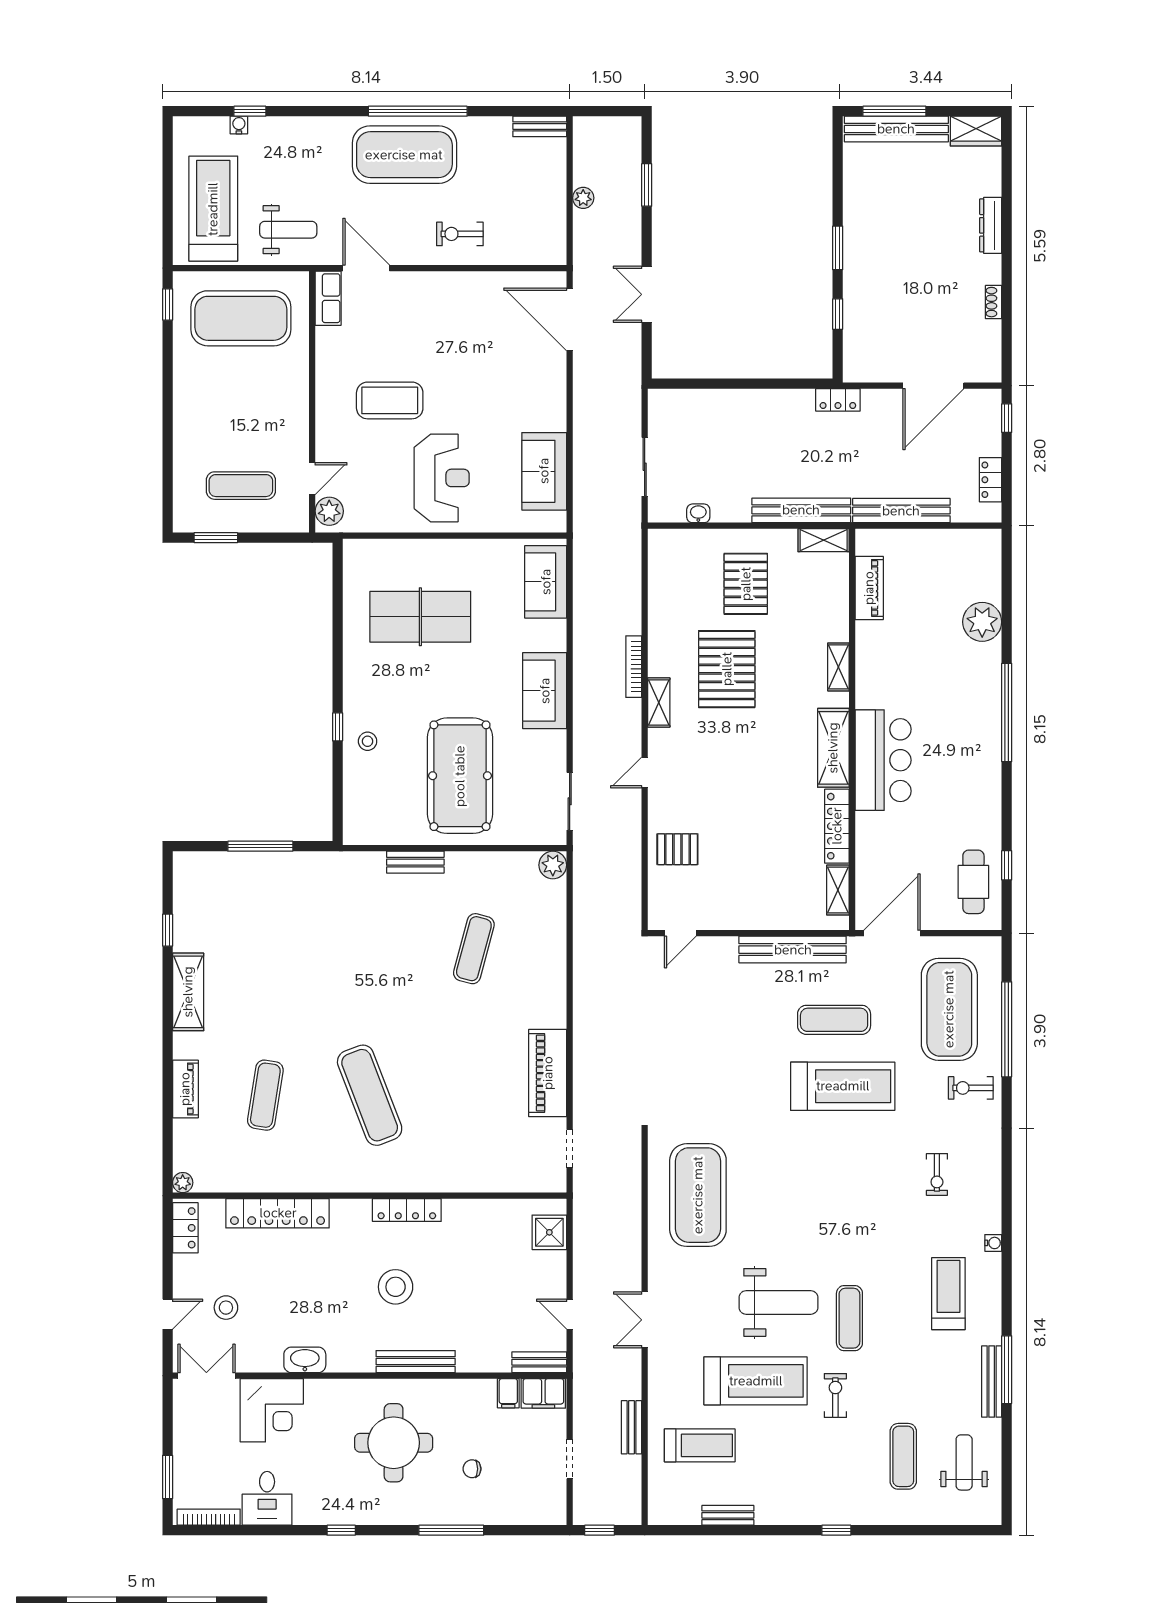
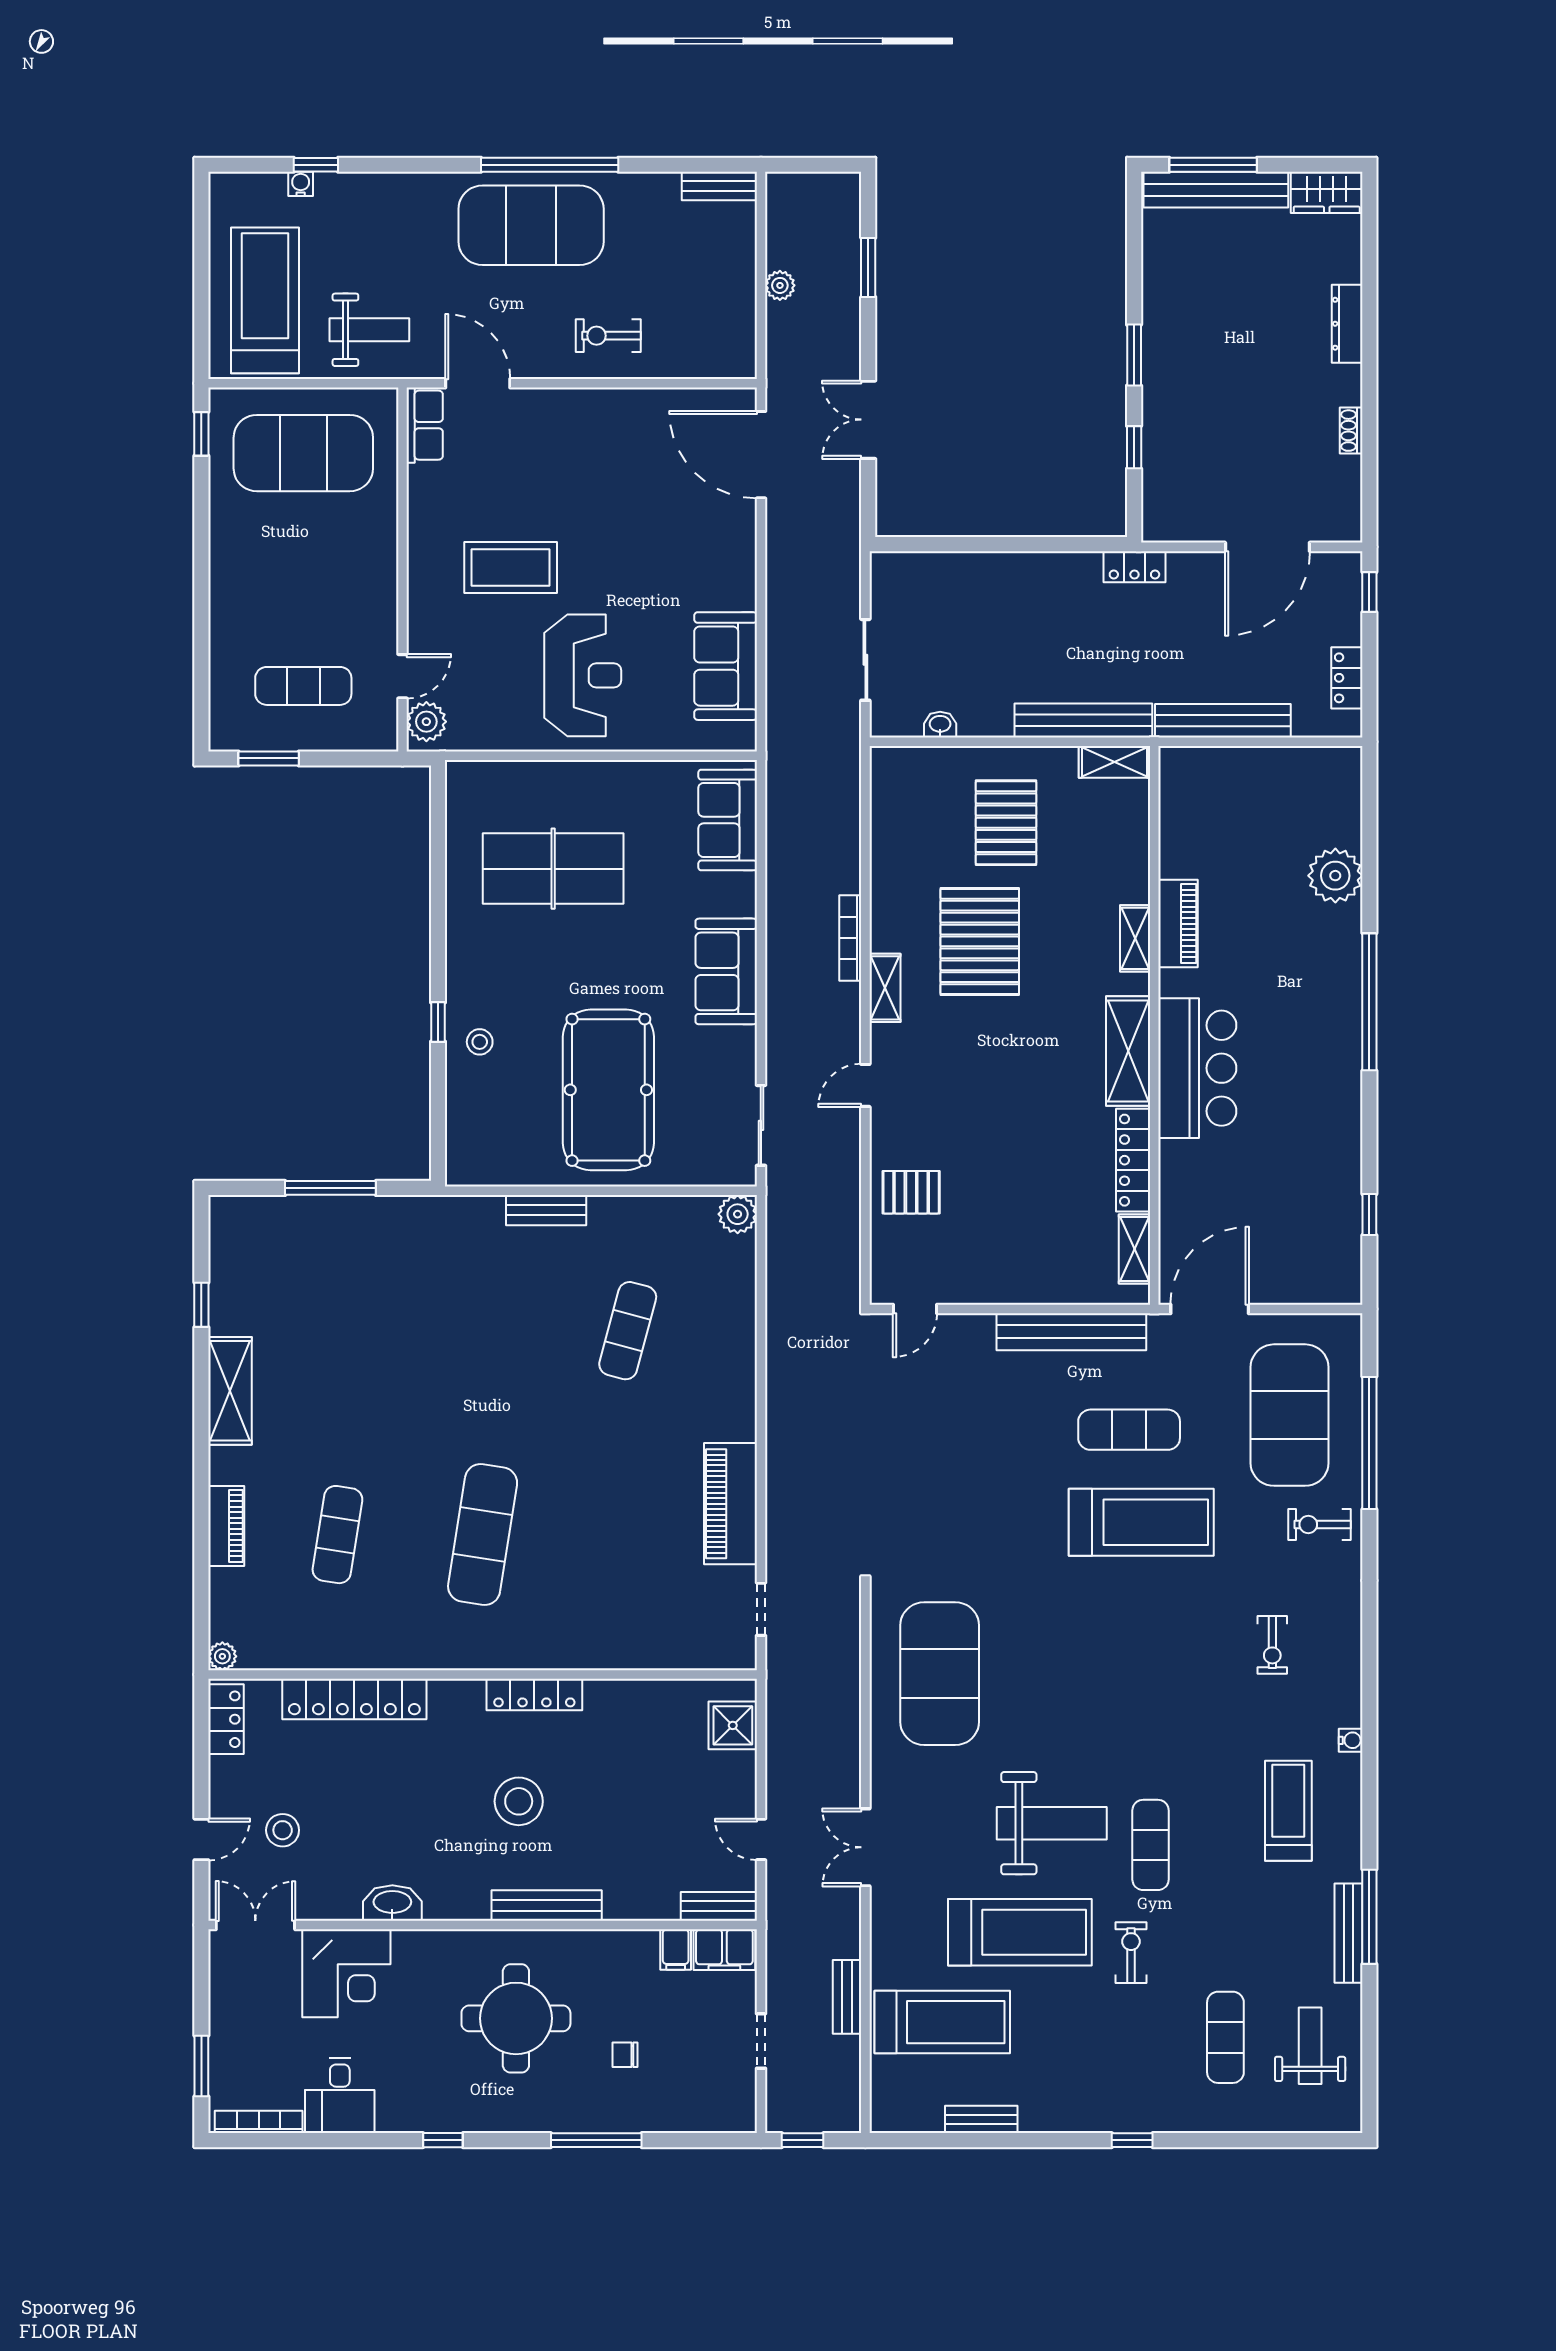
piano: (869, 588) -> (1178, 924), moved
cafe table: (973, 882) -> (1323, 1238), removed
exercise mat: (370, 1095) -> (483, 1535), turned 30
treadmill: (700, 1445) -> (942, 2022), width x1.37, depth x1.38

